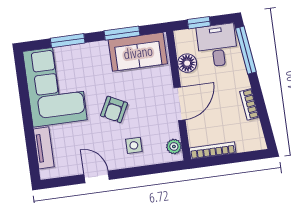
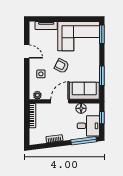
window: (68, 41) -> (102, 34), moved
sofa: (138, 52) -> (84, 91), moved, turned 90
door: (179, 104) -> (60, 101), swing flipped
door: (97, 177) -> (27, 52), hinge flipped

